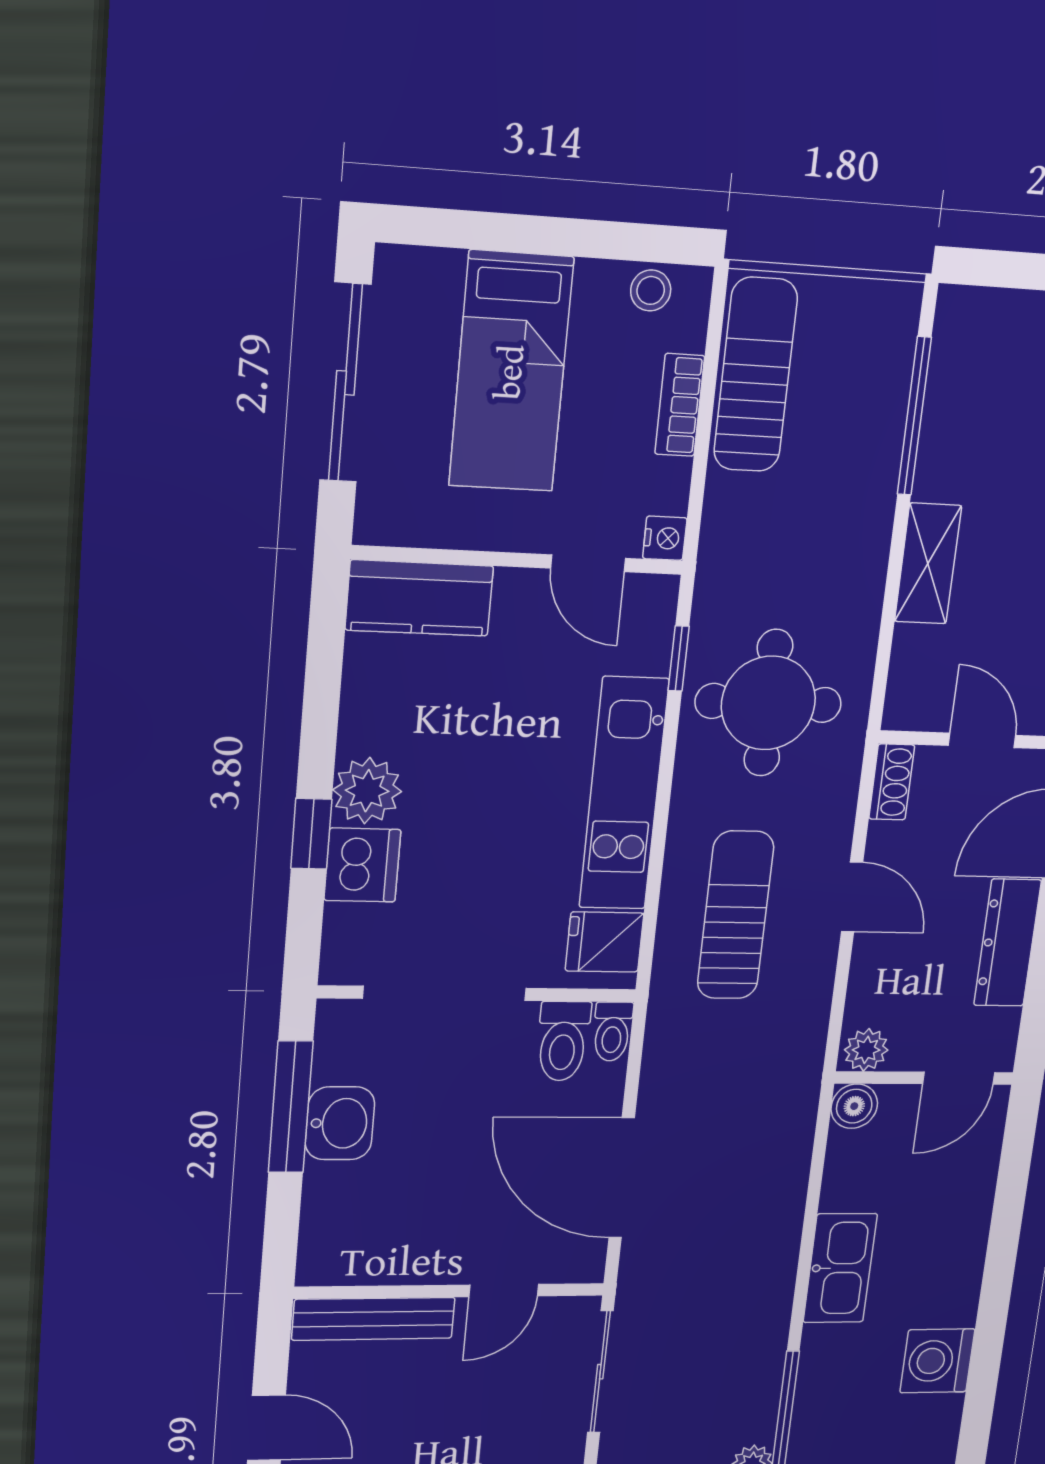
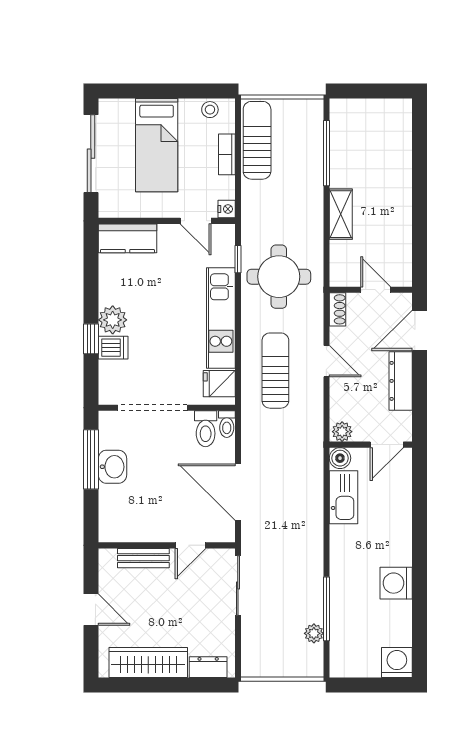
dishwasher: (362, 865) -> (113, 348), width x0.73
kitchen sink: (840, 1268) -> (343, 497), moved
bench: (374, 1319) -> (143, 558), width x0.73

